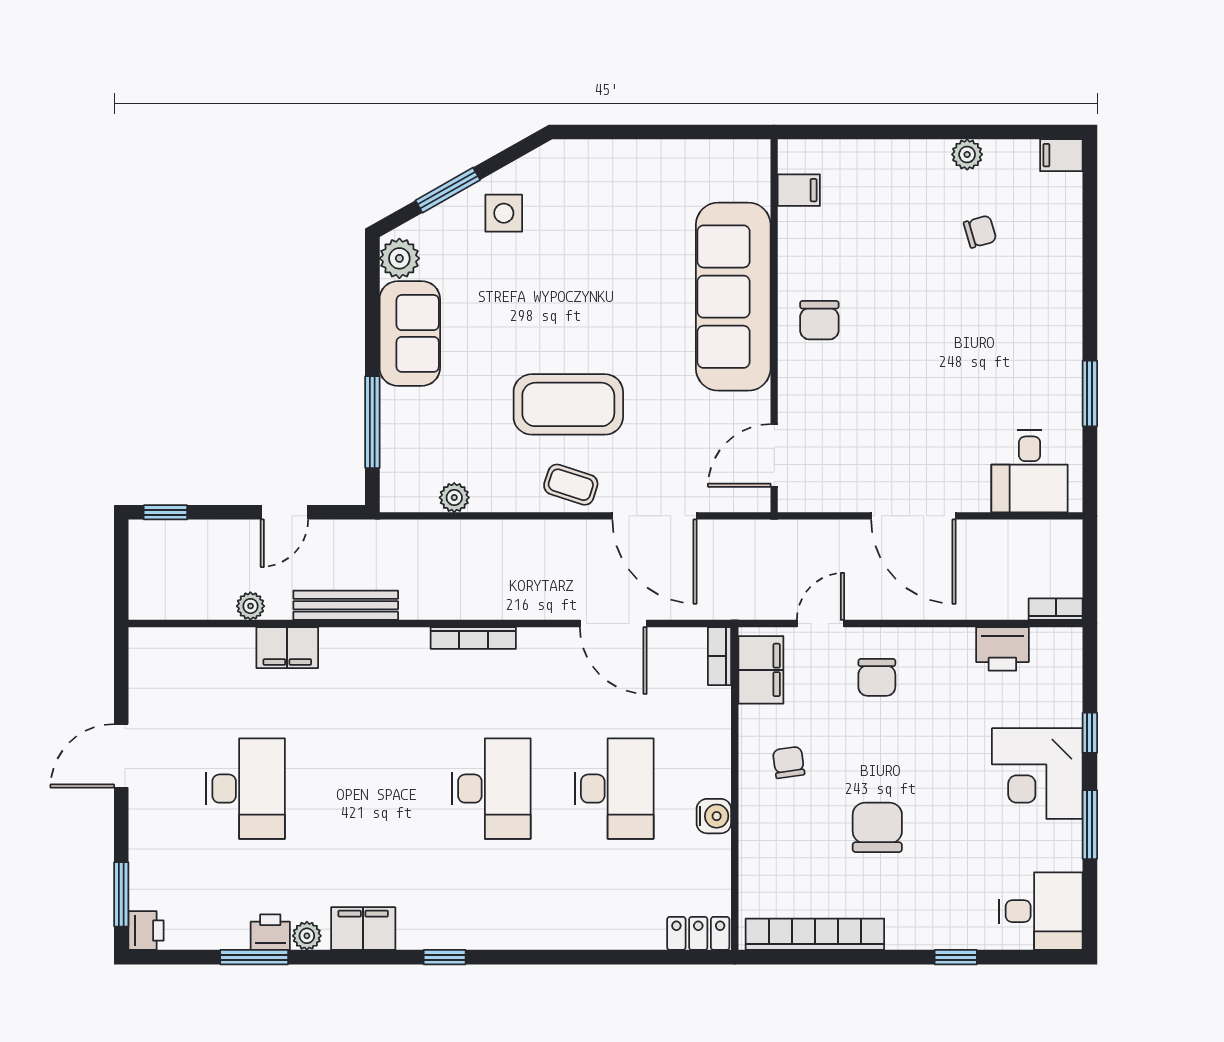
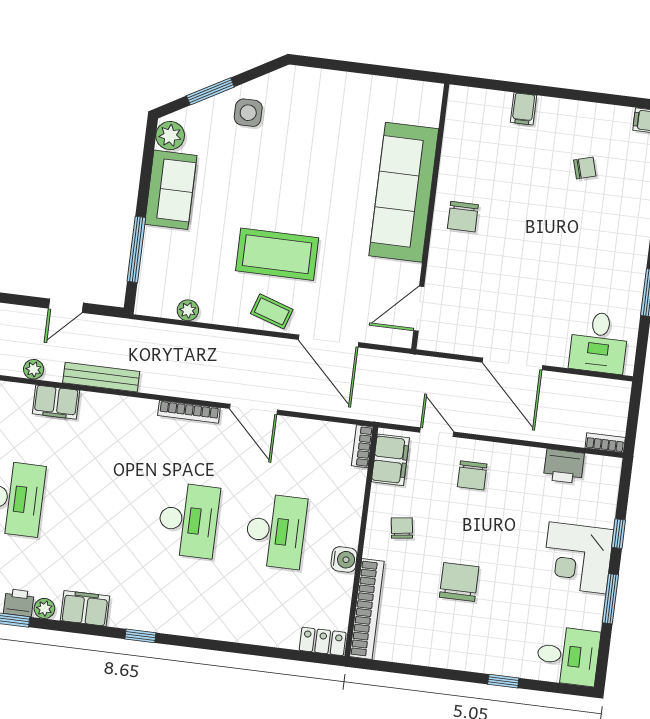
plant: (967, 154) -> (582, 112), removed
filing cabinet: (799, 190) -> (523, 109), moved, turned 90
door: (613, 624) -> (253, 409), moved
door: (820, 624) -> (437, 432), hinge flipped
bookcase: (815, 934) -> (367, 609), moved, turned 90

